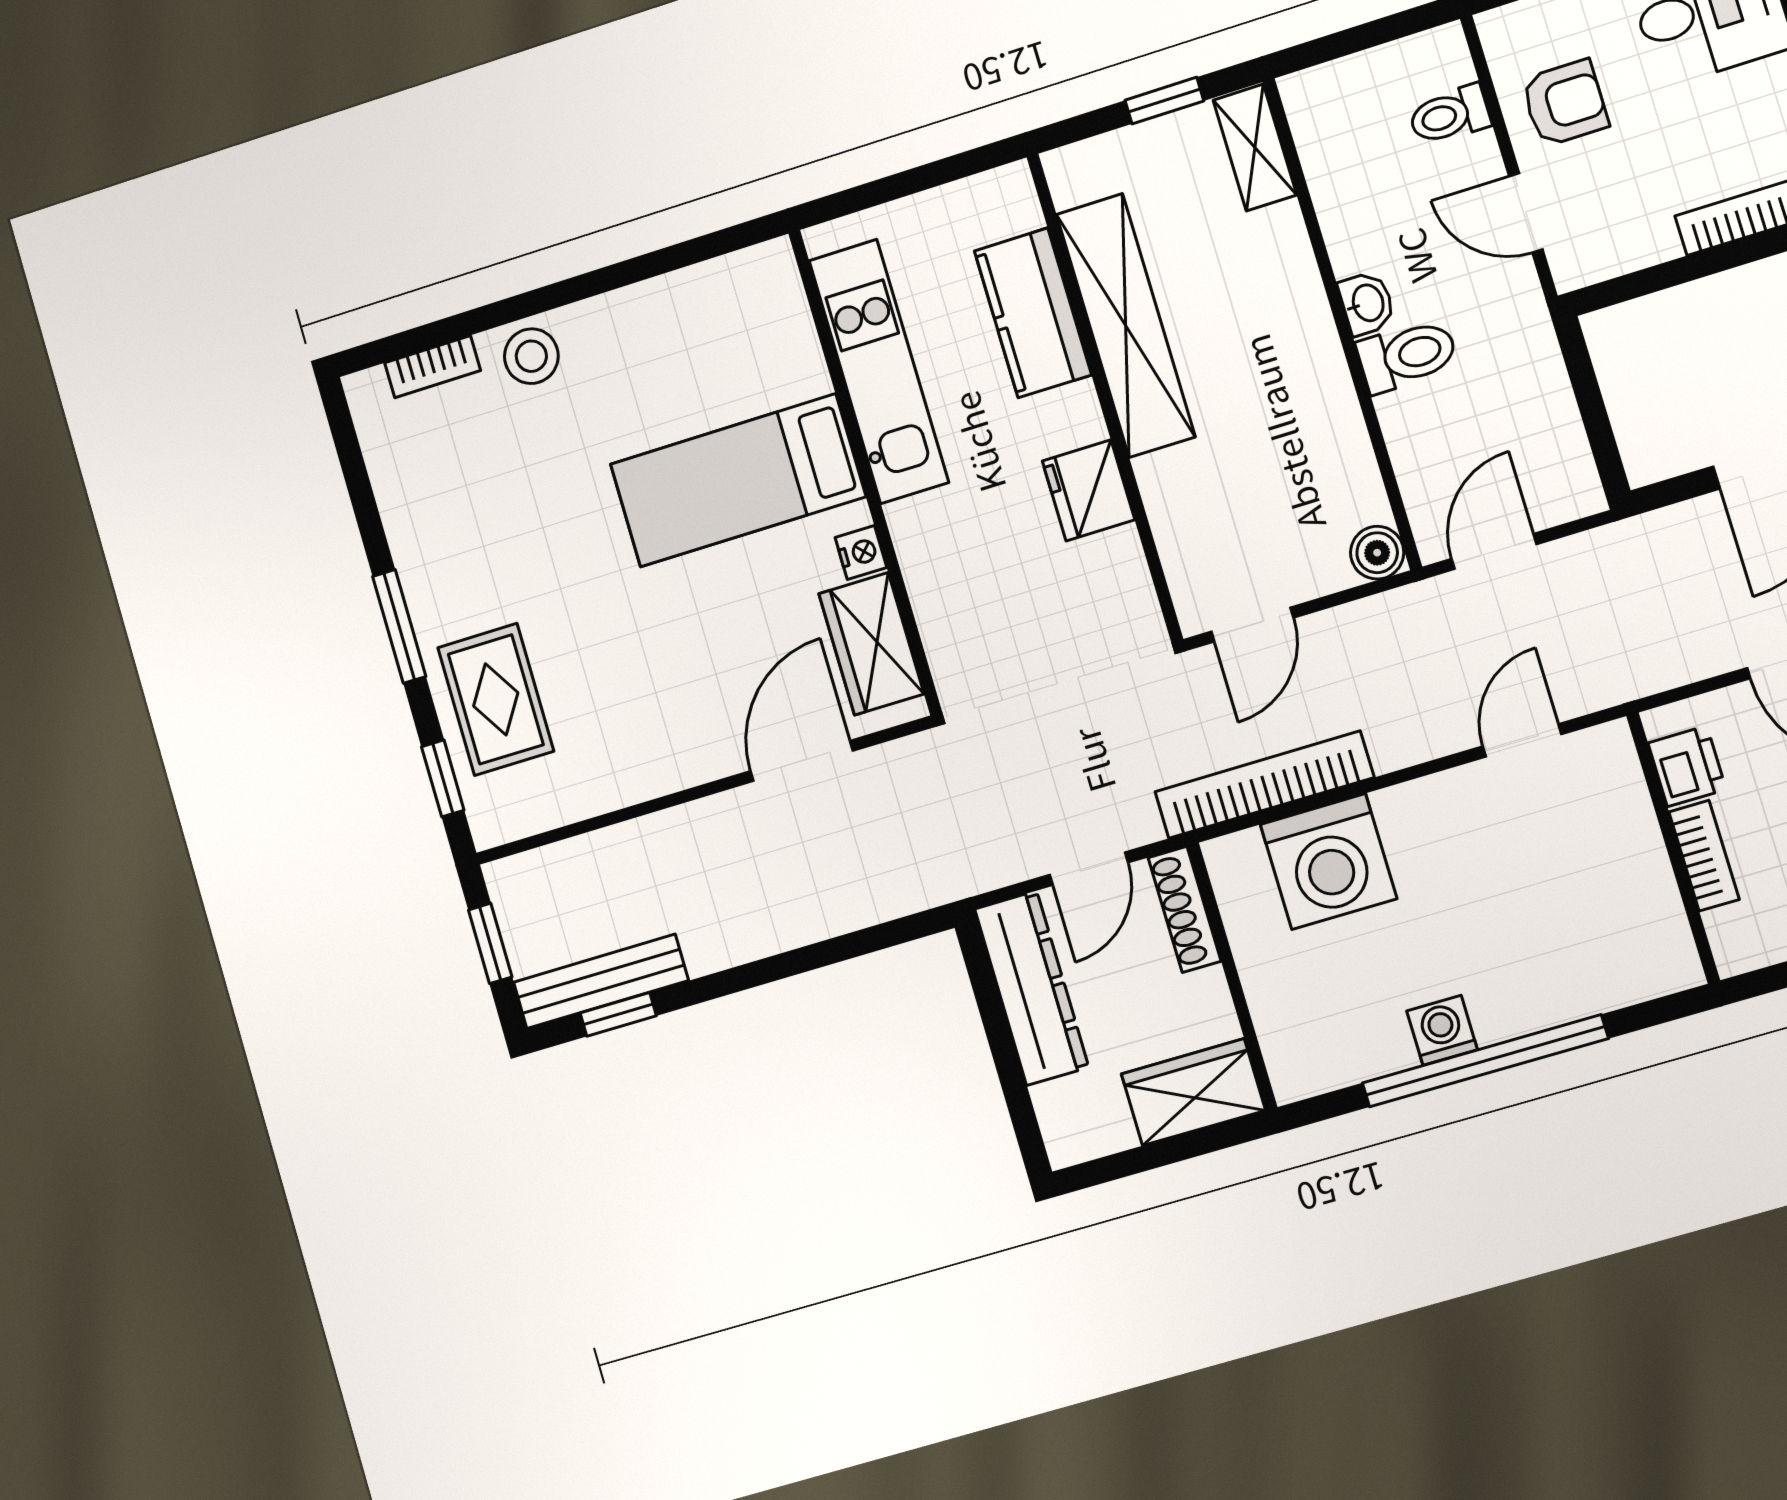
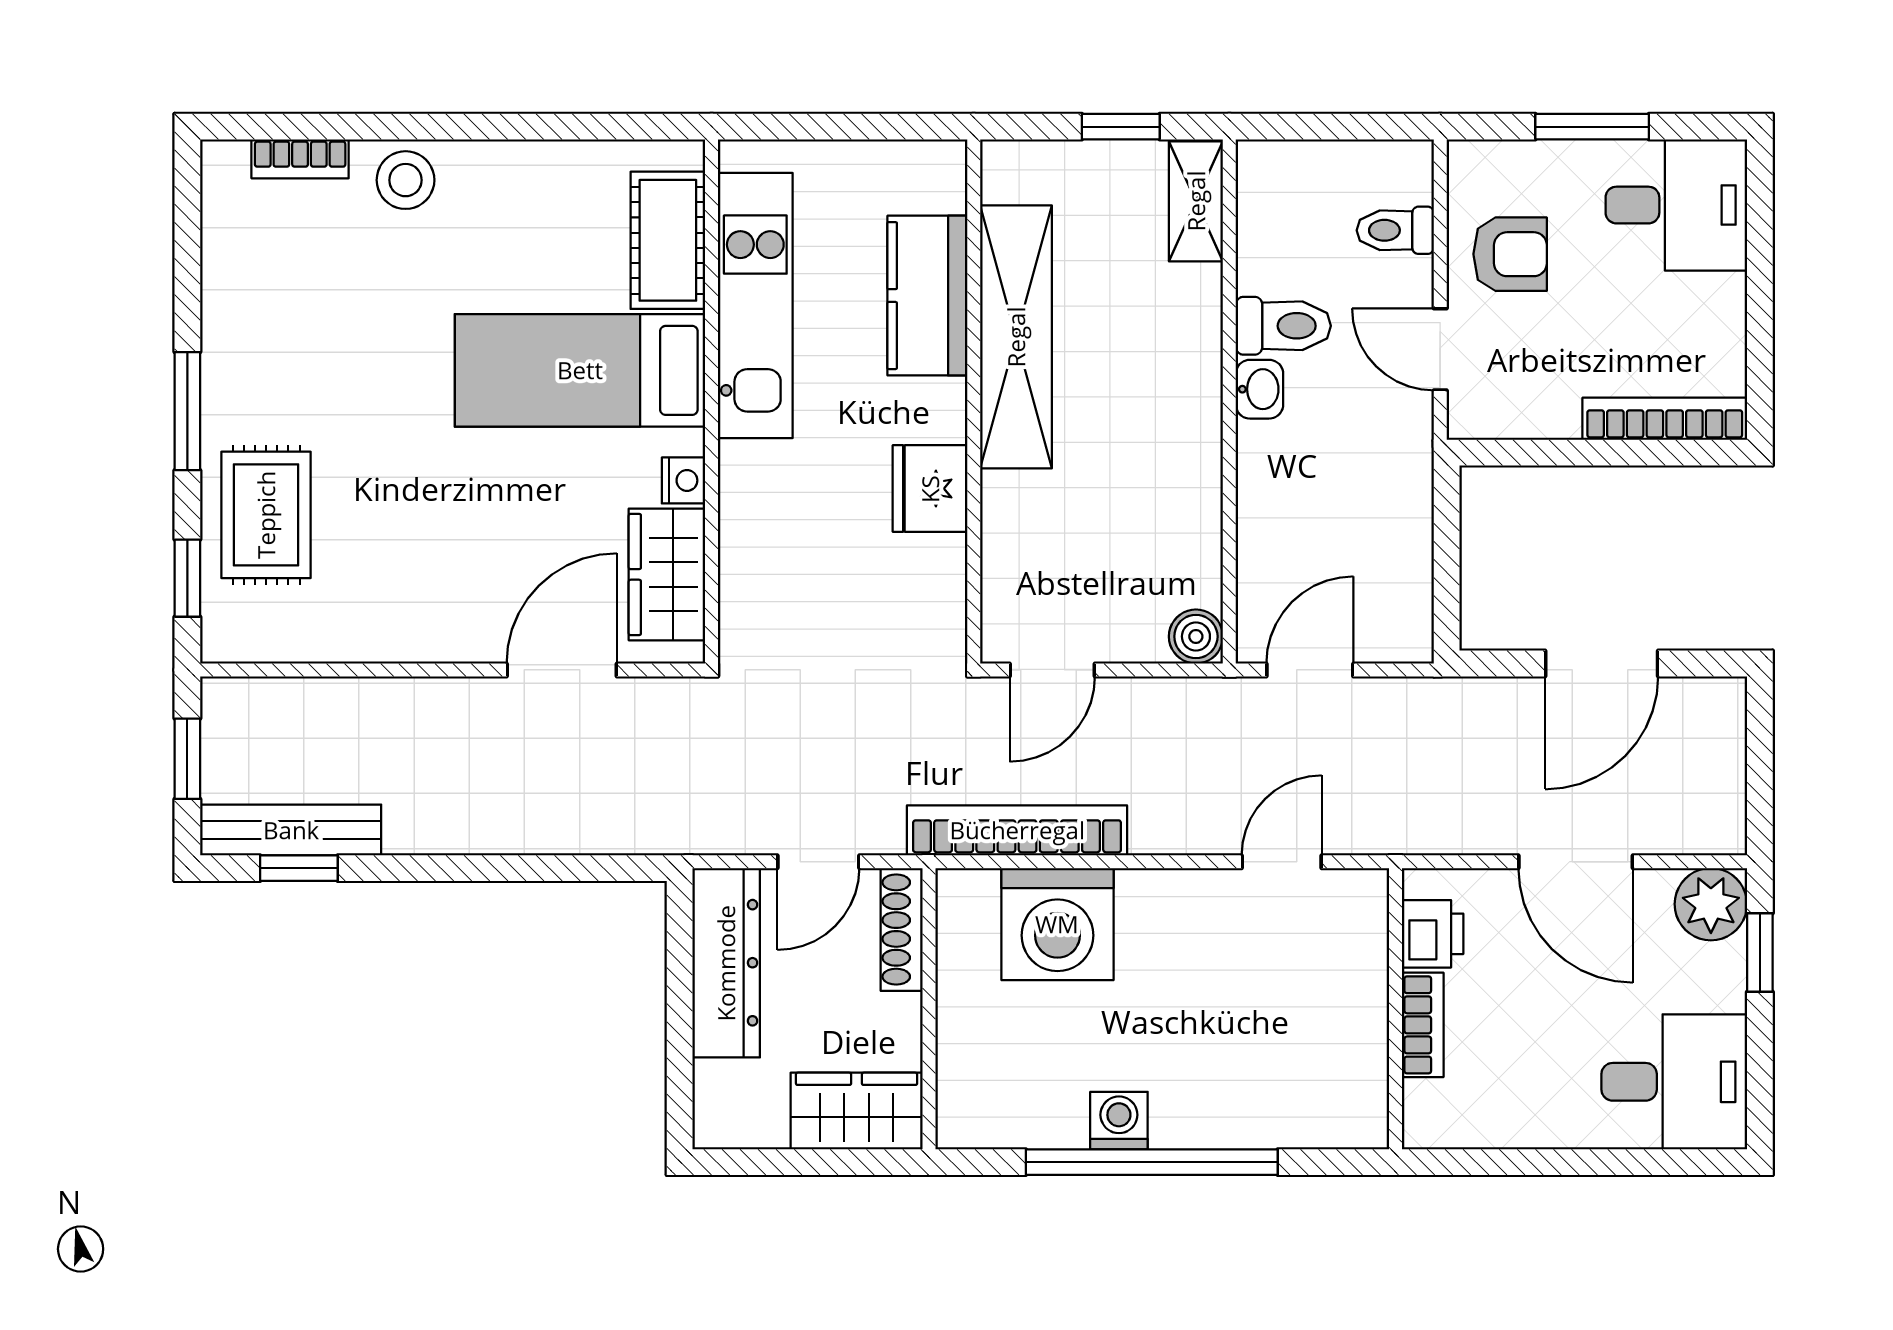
cot: (782, 337) -> (668, 240), added
toilet: (1407, 355) -> (1283, 326), moved

